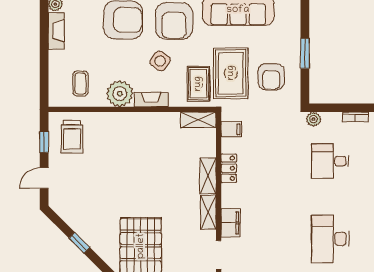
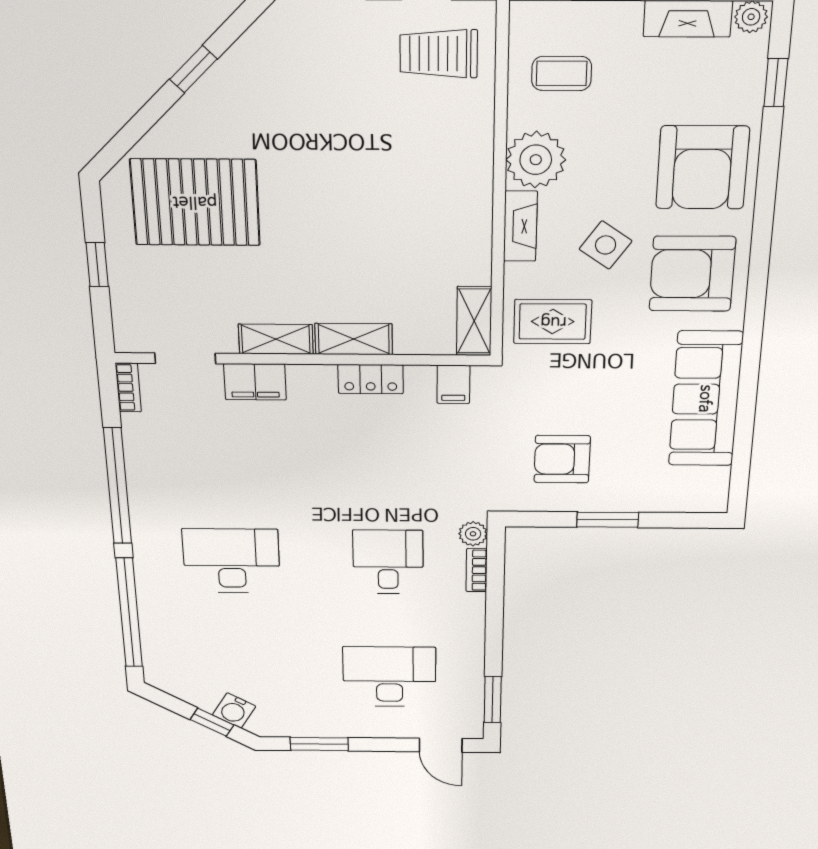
rug: (231, 73) -> (573, 384), removed
bookcase: (355, 117) -> (477, 570), moved

